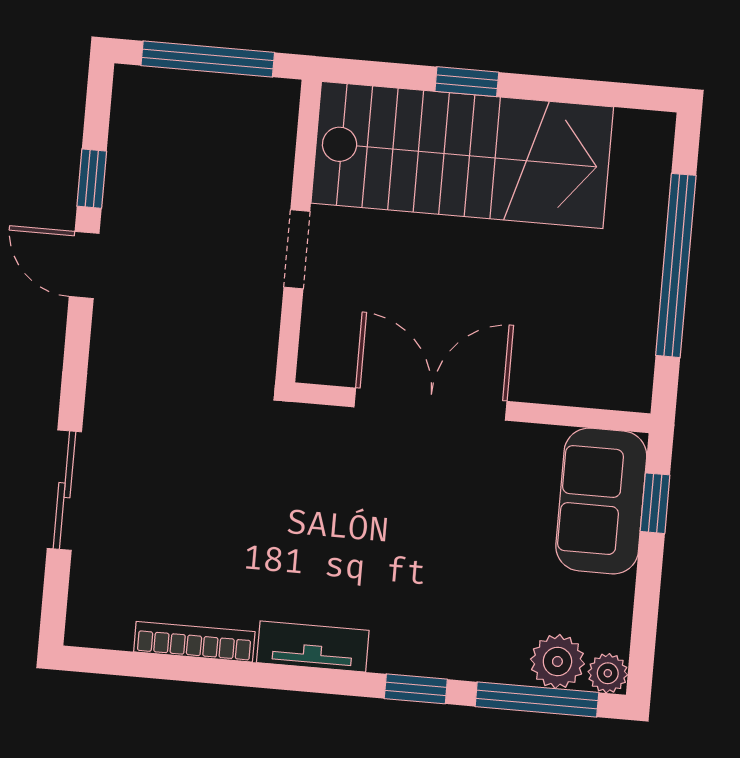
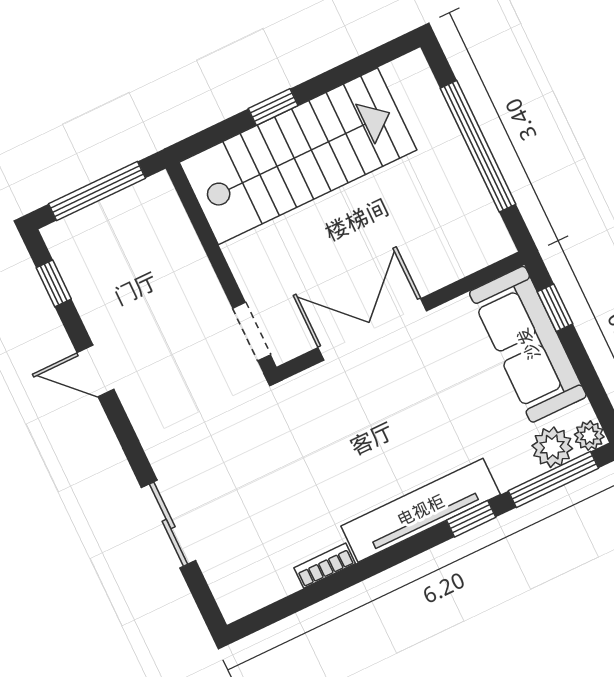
window: (92, 179) -> (54, 283), moved
doorway: (297, 249) -> (252, 331), moved
sofa: (601, 501) -> (528, 344), width x1.36
bookcase: (194, 642) -> (325, 566), width x0.64
tv unit: (313, 646) -> (421, 510), width x1.92, depth x1.29

